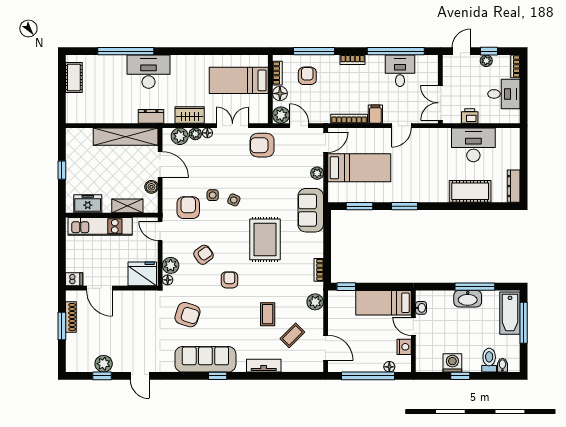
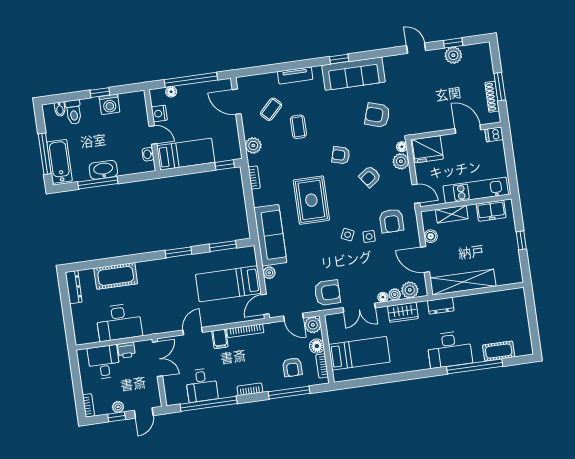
cot: (74, 77) -> (499, 351), moved, turned 90
desk: (504, 94) -> (104, 362), moved, turned 90
sofa: (311, 210) -> (270, 235), width x1.36
armchair: (229, 280) -> (341, 155), turned 106

